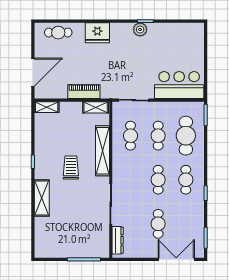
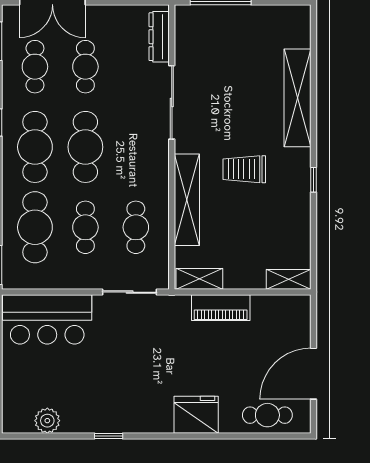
plant: (140, 29) -> (47, 421), moved
door: (33, 72) -> (313, 374), moved
trolley: (71, 168) -> (244, 169), turned 90
cafe table: (158, 180) -> (85, 147), width x1.37, depth x1.35
cafe table: (186, 180) -> (35, 147), width x1.37, depth x1.35
shelving: (42, 198) -> (297, 98), width x1.47
cafe table: (186, 224) -> (35, 67), added

